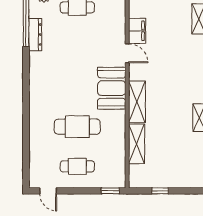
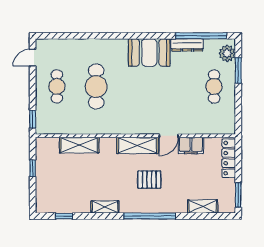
pallet: (172, 73) -> (149, 180), added
booth: (112, 88) -> (149, 52), moved
shelving: (137, 102) -> (137, 145), moved

